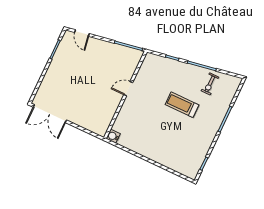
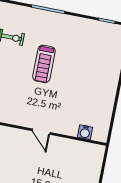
water cooler: (113, 136) -> (85, 132), moved

